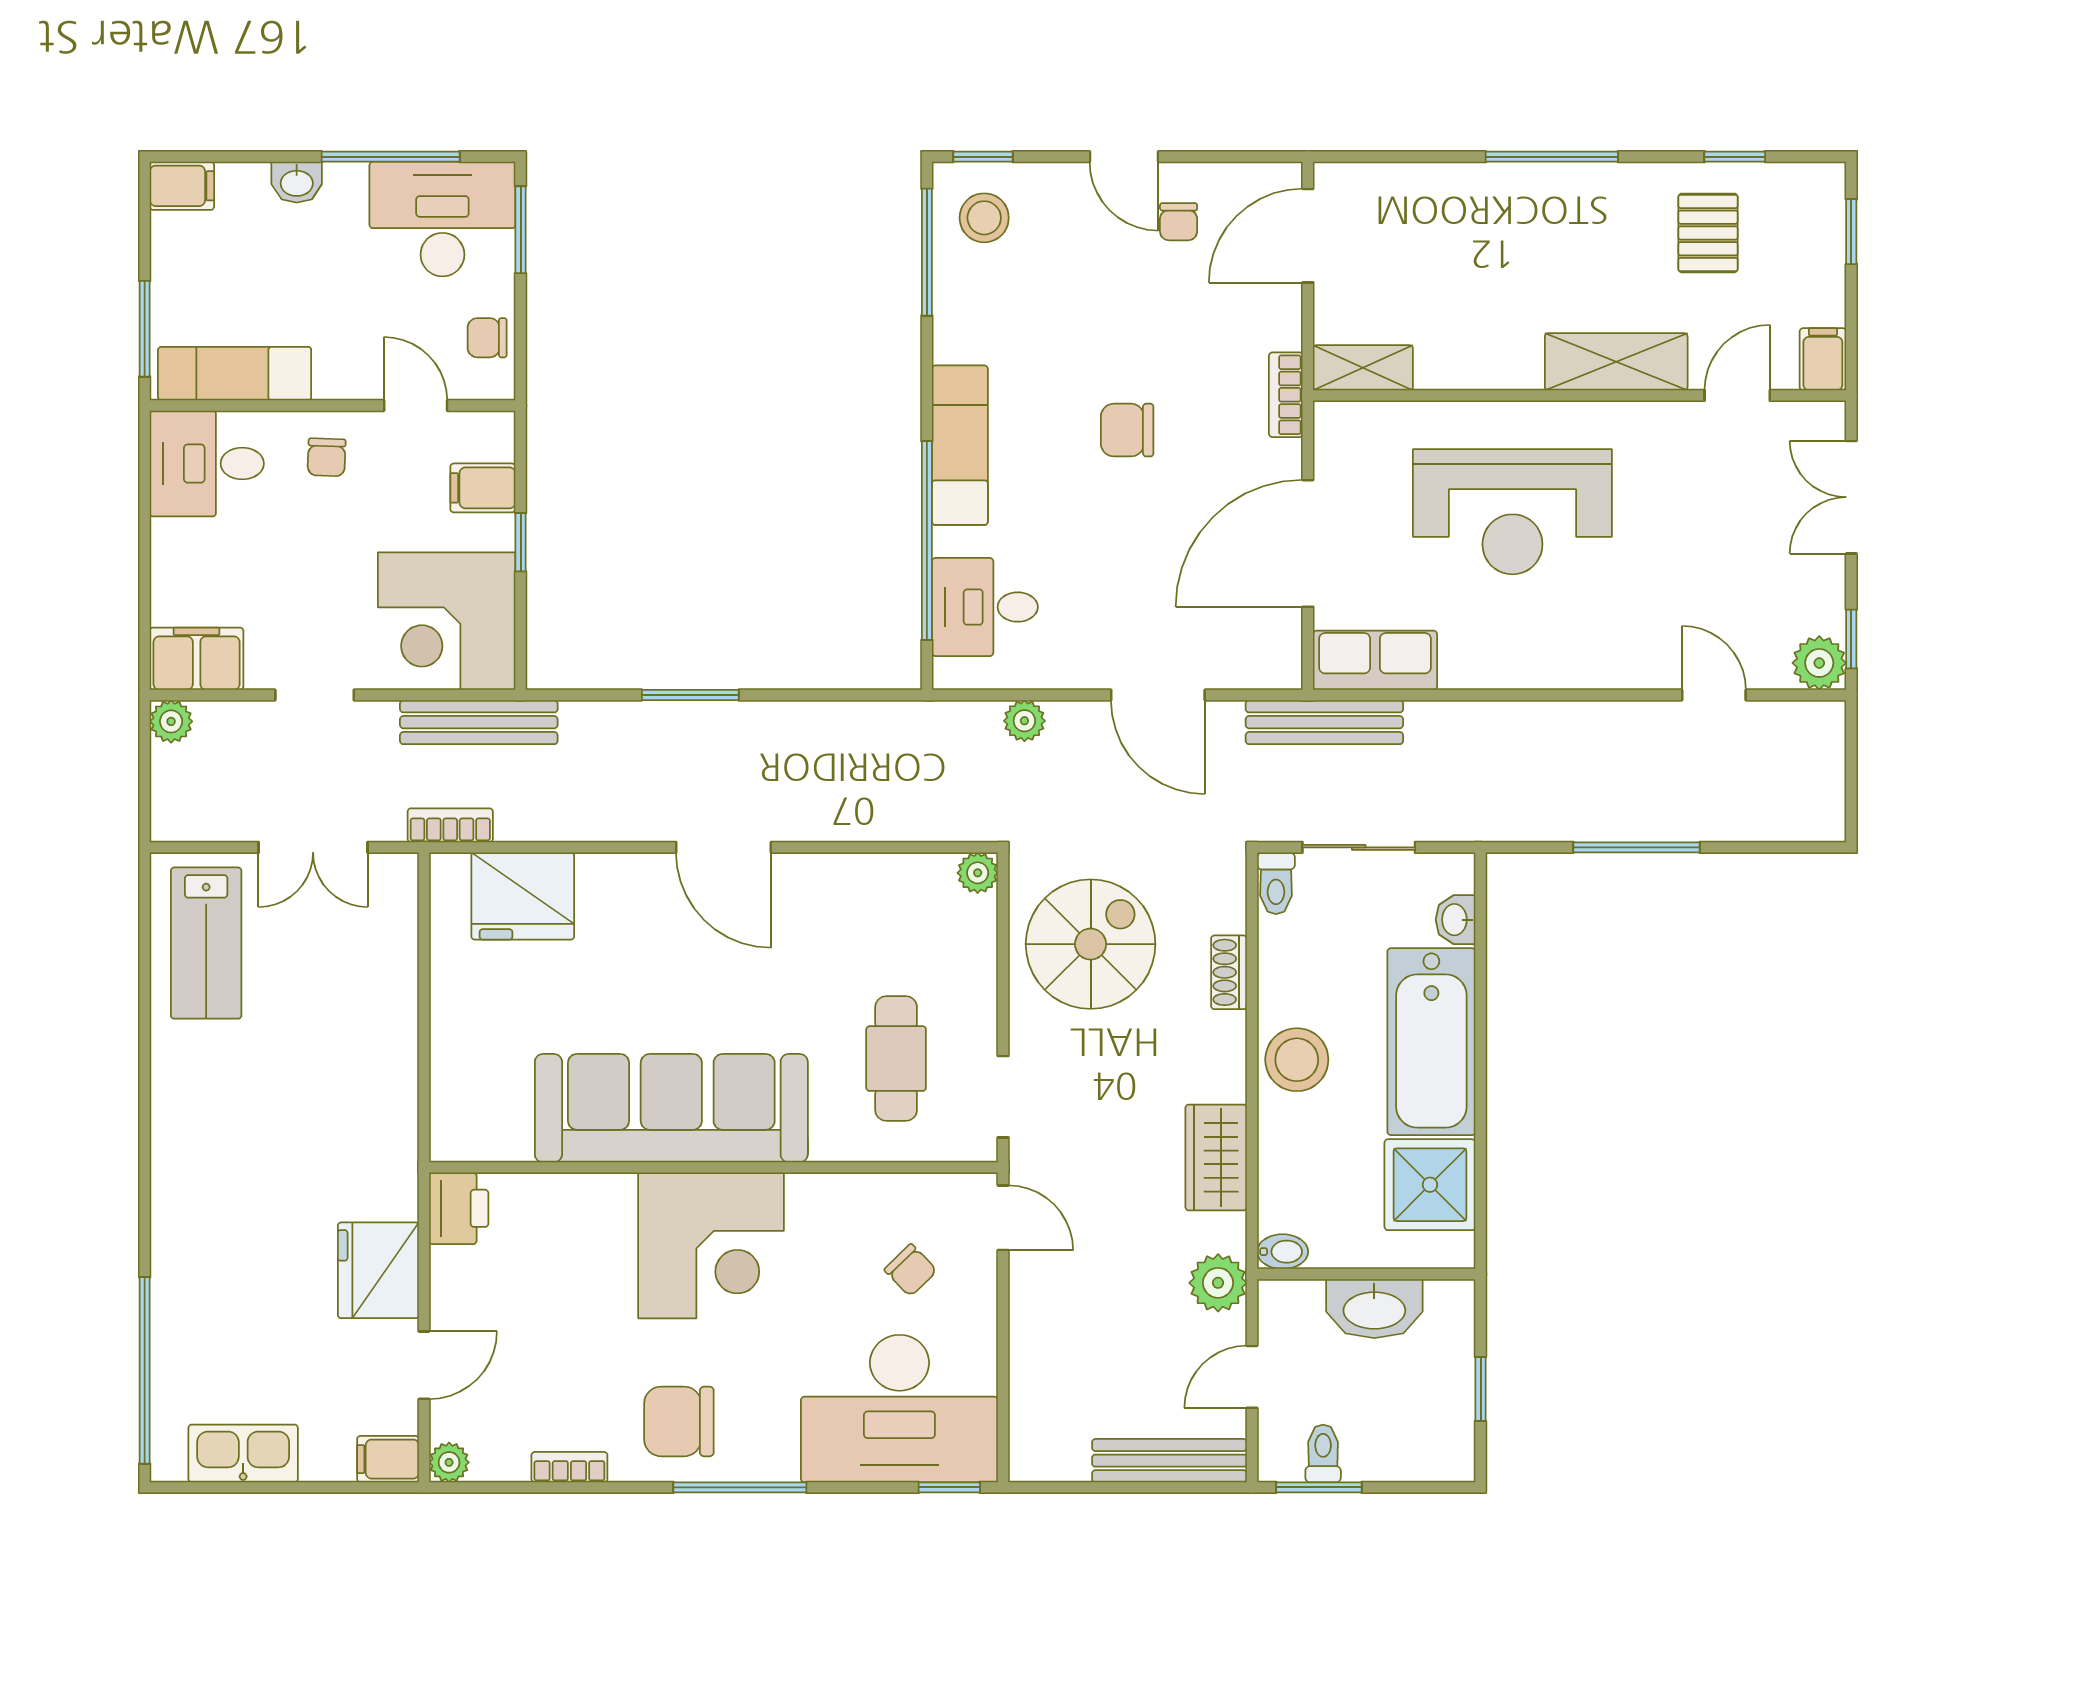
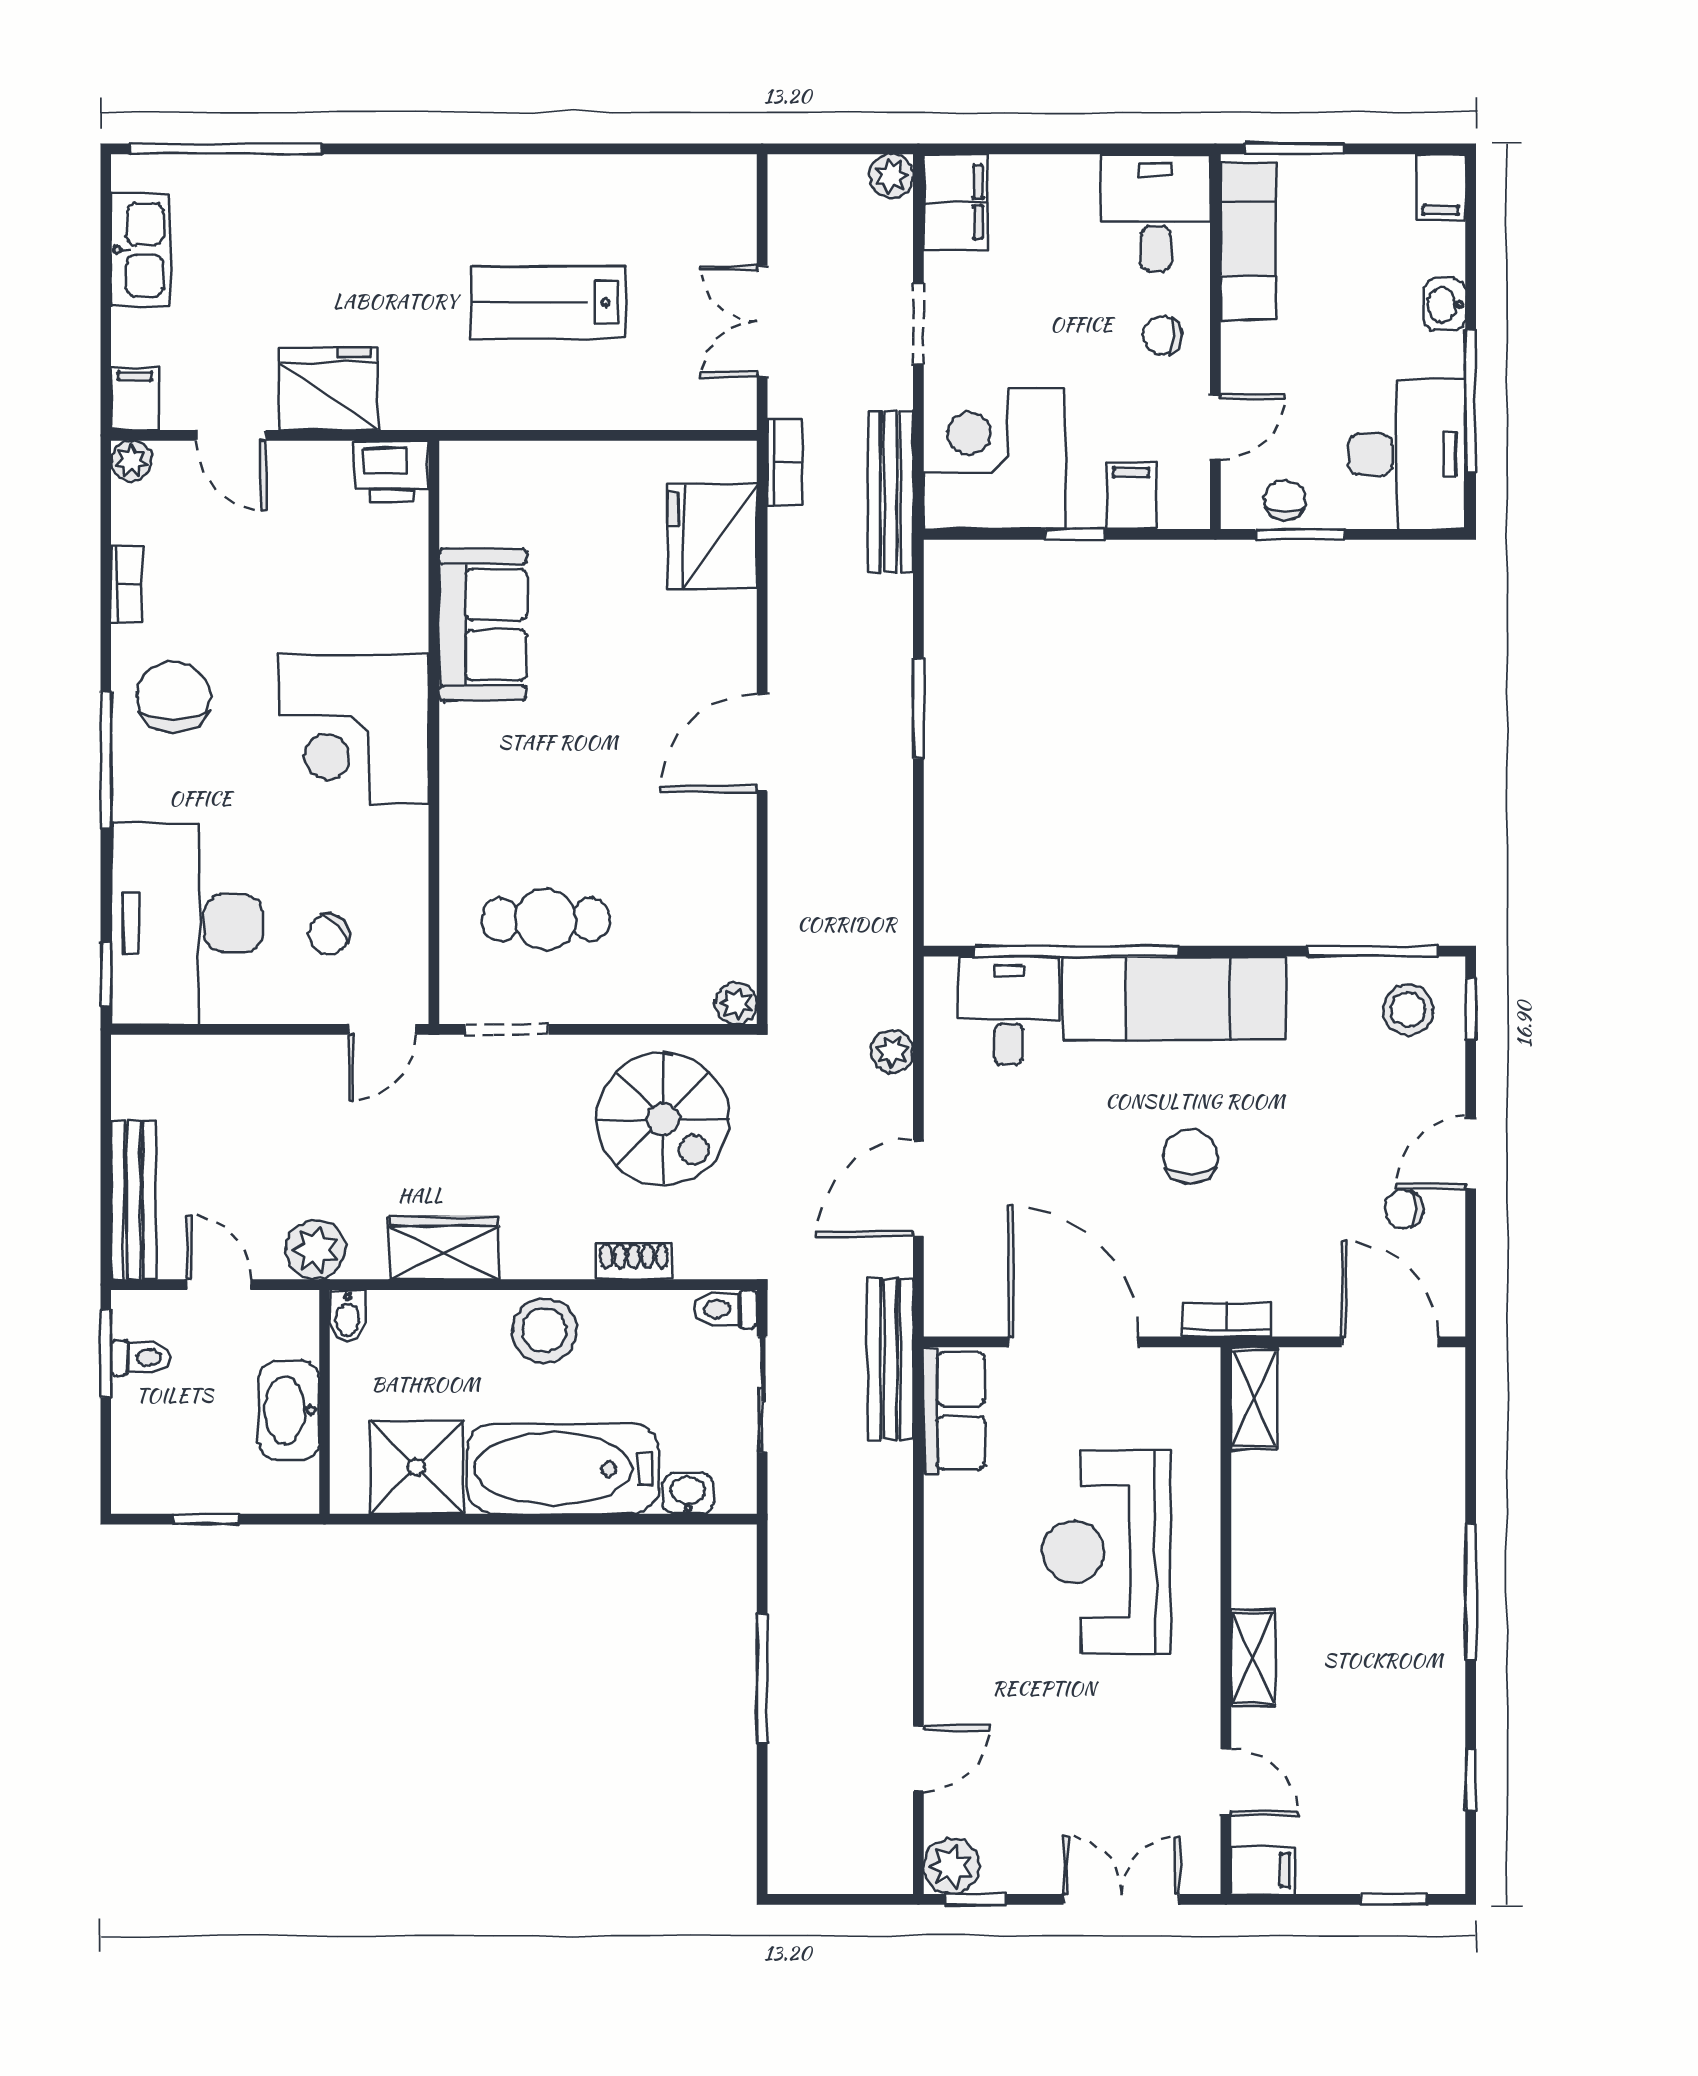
window: (521, 230) -> (1300, 534), moved
pallet: (1708, 233) -> (1392, 1752), removed
shelving: (1616, 362) -> (1253, 1658), width x0.67, depth x0.75
exam couch: (960, 445) -> (1175, 998), width x1.36, depth x1.45
lab bench: (206, 943) -> (548, 302), moved
sofa: (671, 1108) -> (483, 625), width x0.54, depth x0.79

